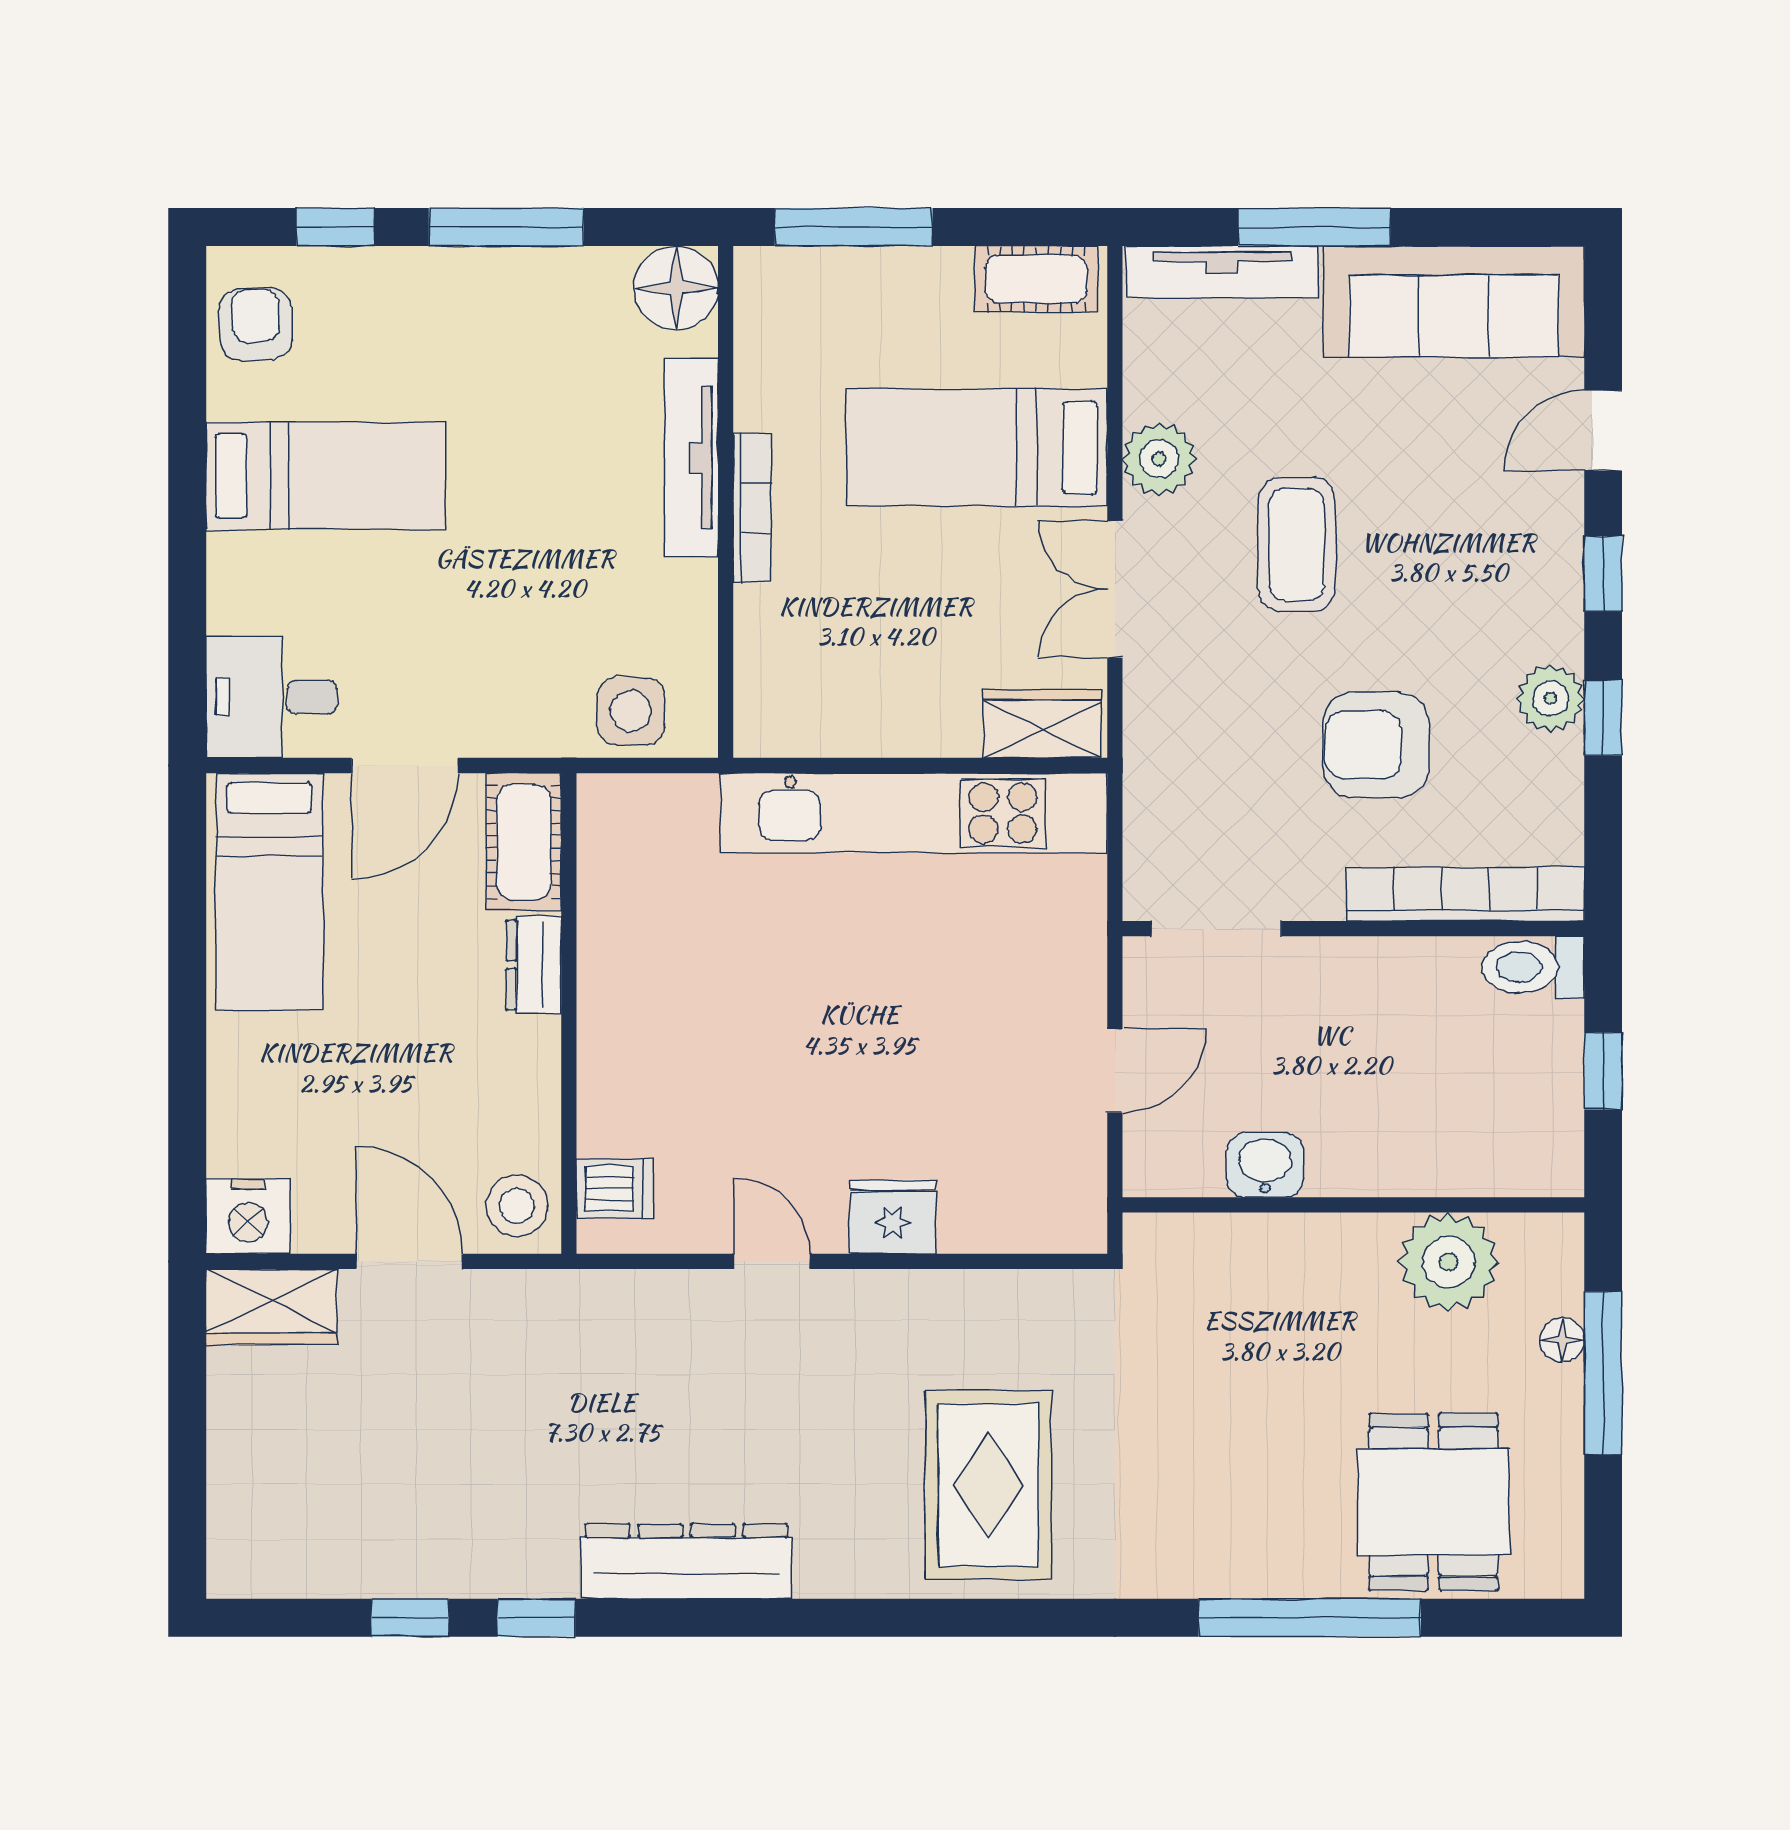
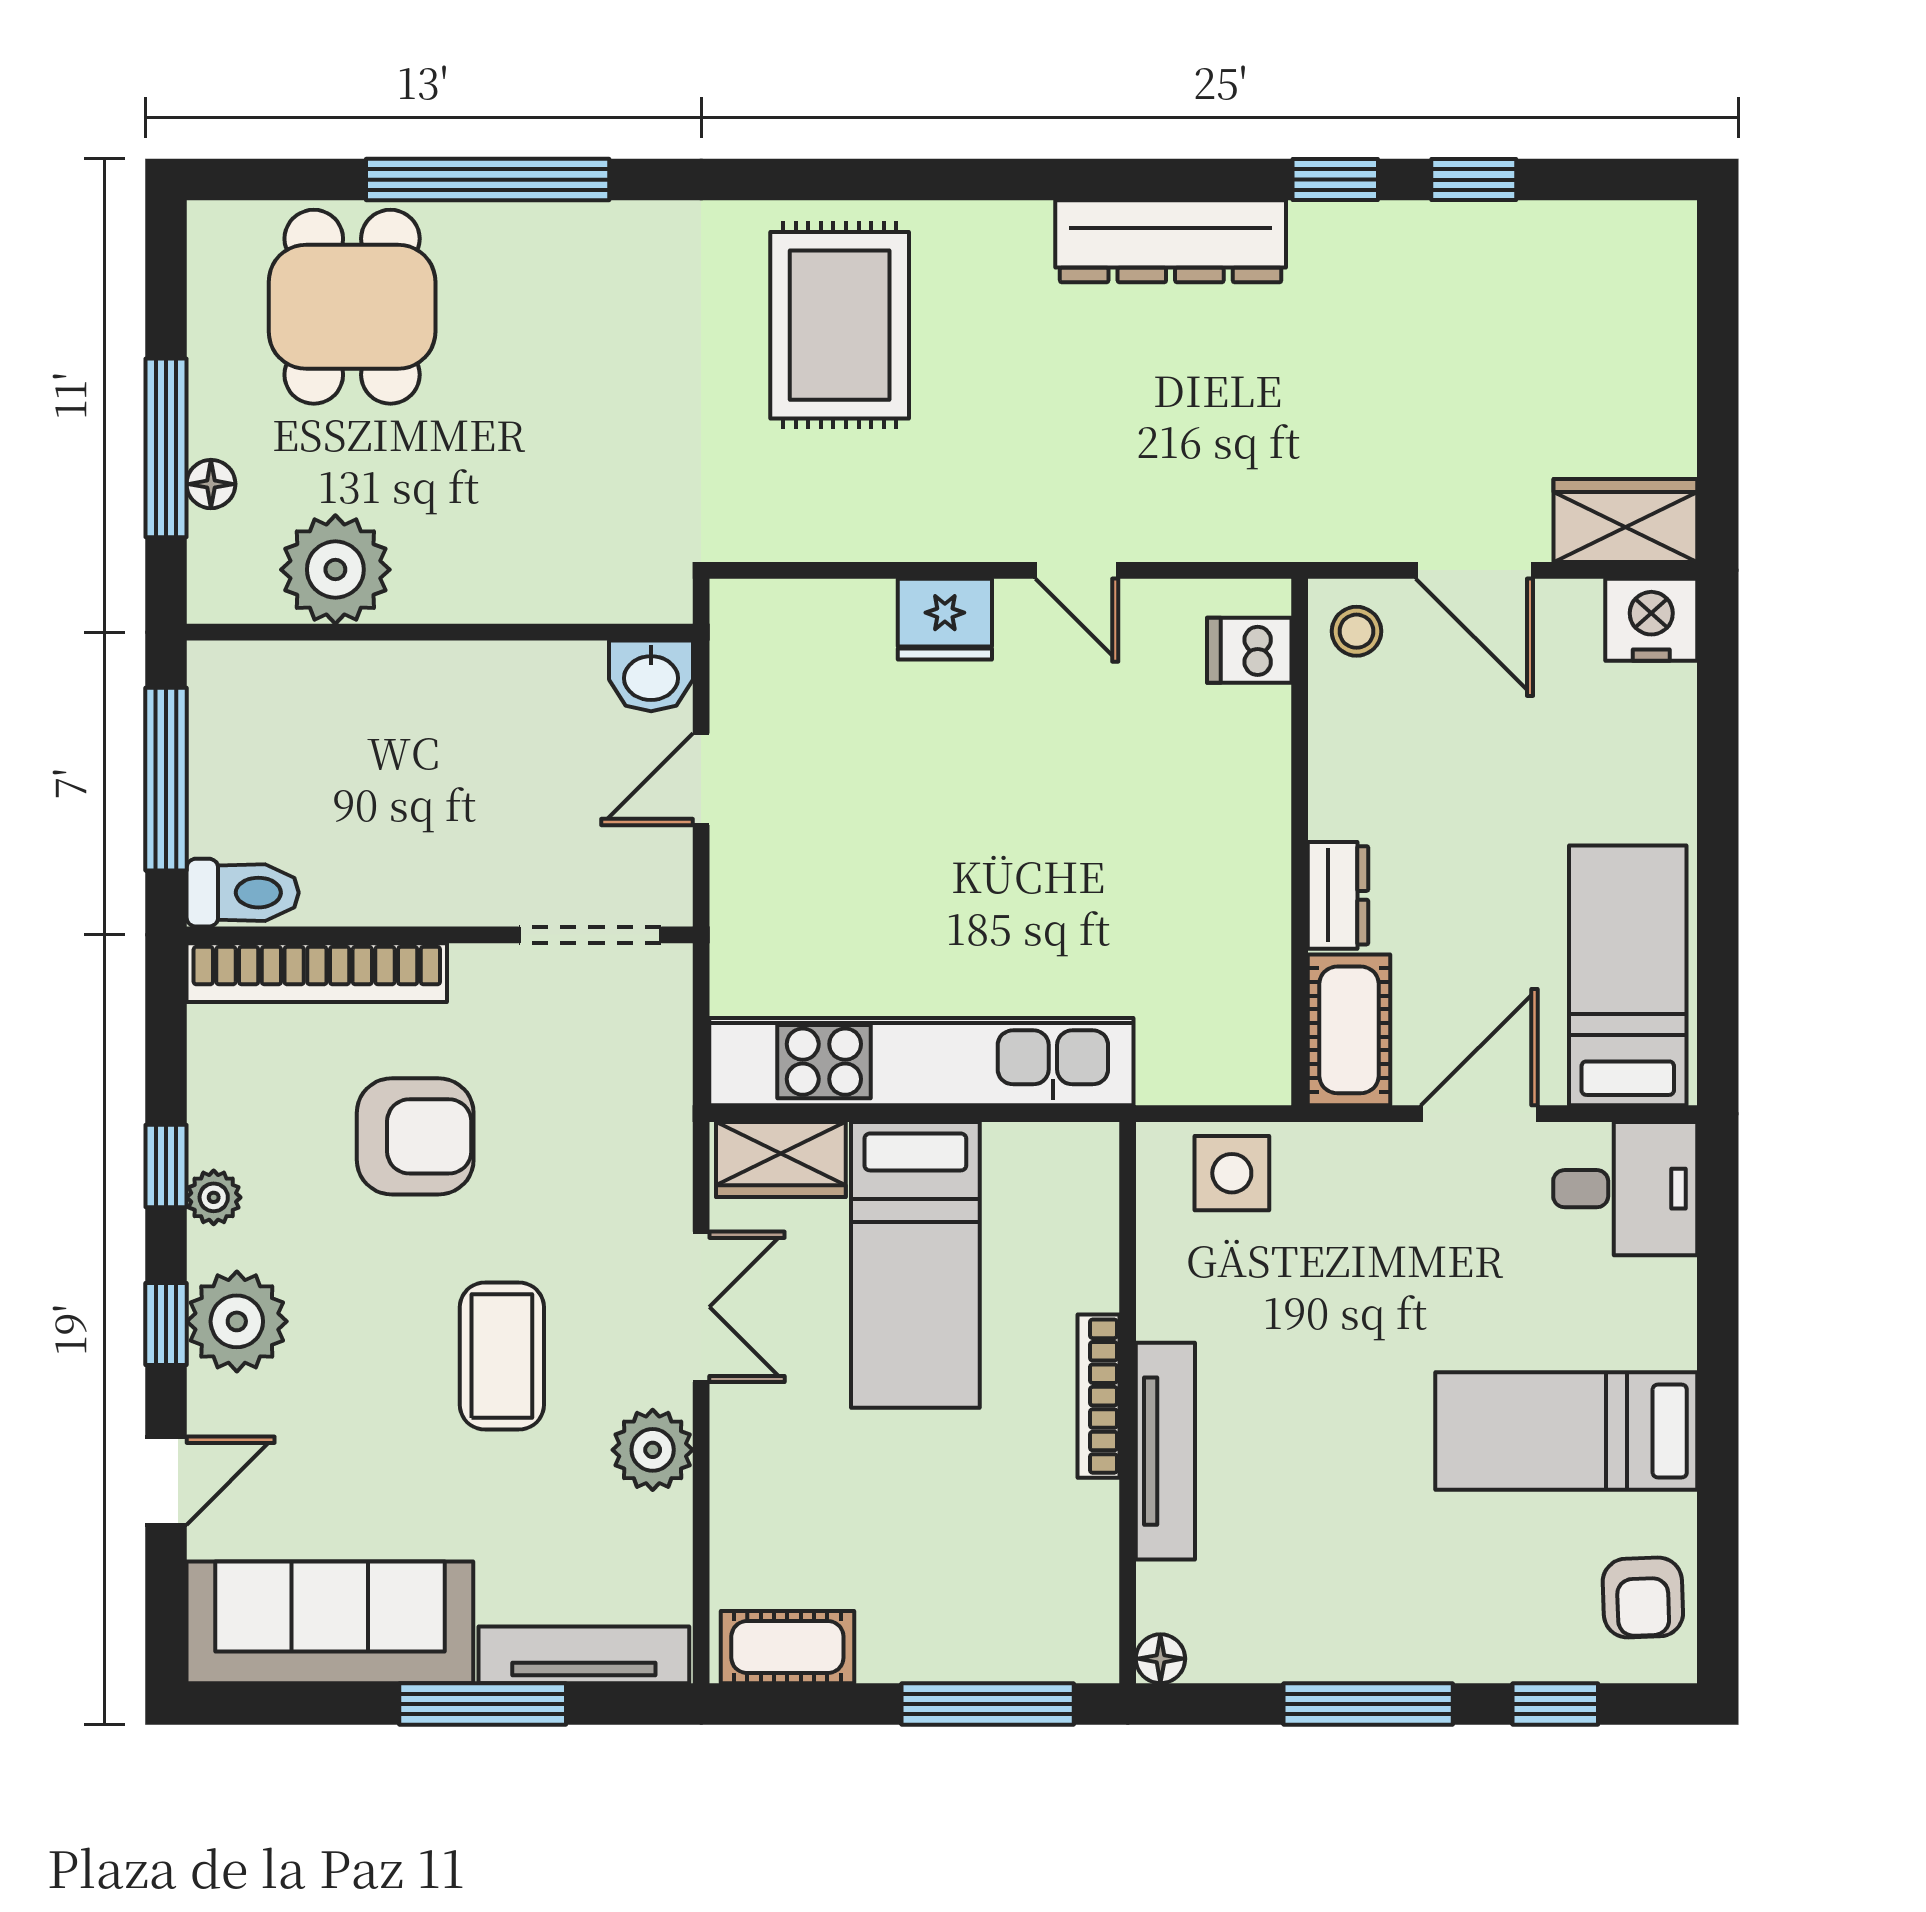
floor lamp: (676, 288) -> (1160, 1659), width x0.53, depth x0.53
bed: (977, 447) -> (915, 1265), moved, turned 90
plant: (1539, 576) -> (237, 1321), added
plant: (1550, 698) -> (214, 1197), width x0.73, depth x0.73
window: (1603, 1071) -> (166, 779), width x2.17
washbasin: (1265, 1165) -> (651, 676), moved
stool: (517, 1206) -> (1356, 631), width x0.73, depth x0.73

